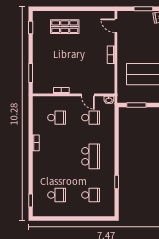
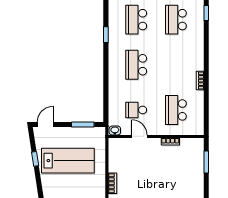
school desk: (57, 118) -> (176, 110), width x1.85
school desk: (57, 195) -> (176, 20), width x1.85
school desk: (91, 195) -> (136, 20), width x1.85

